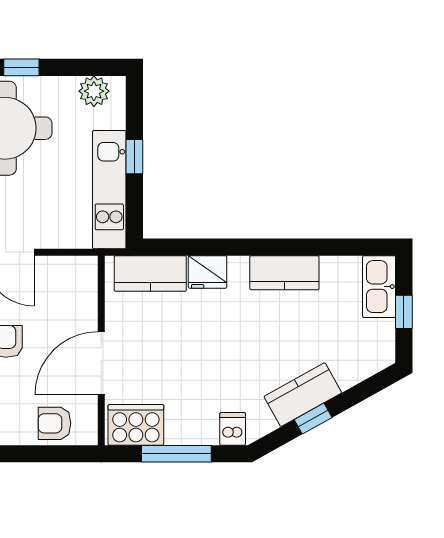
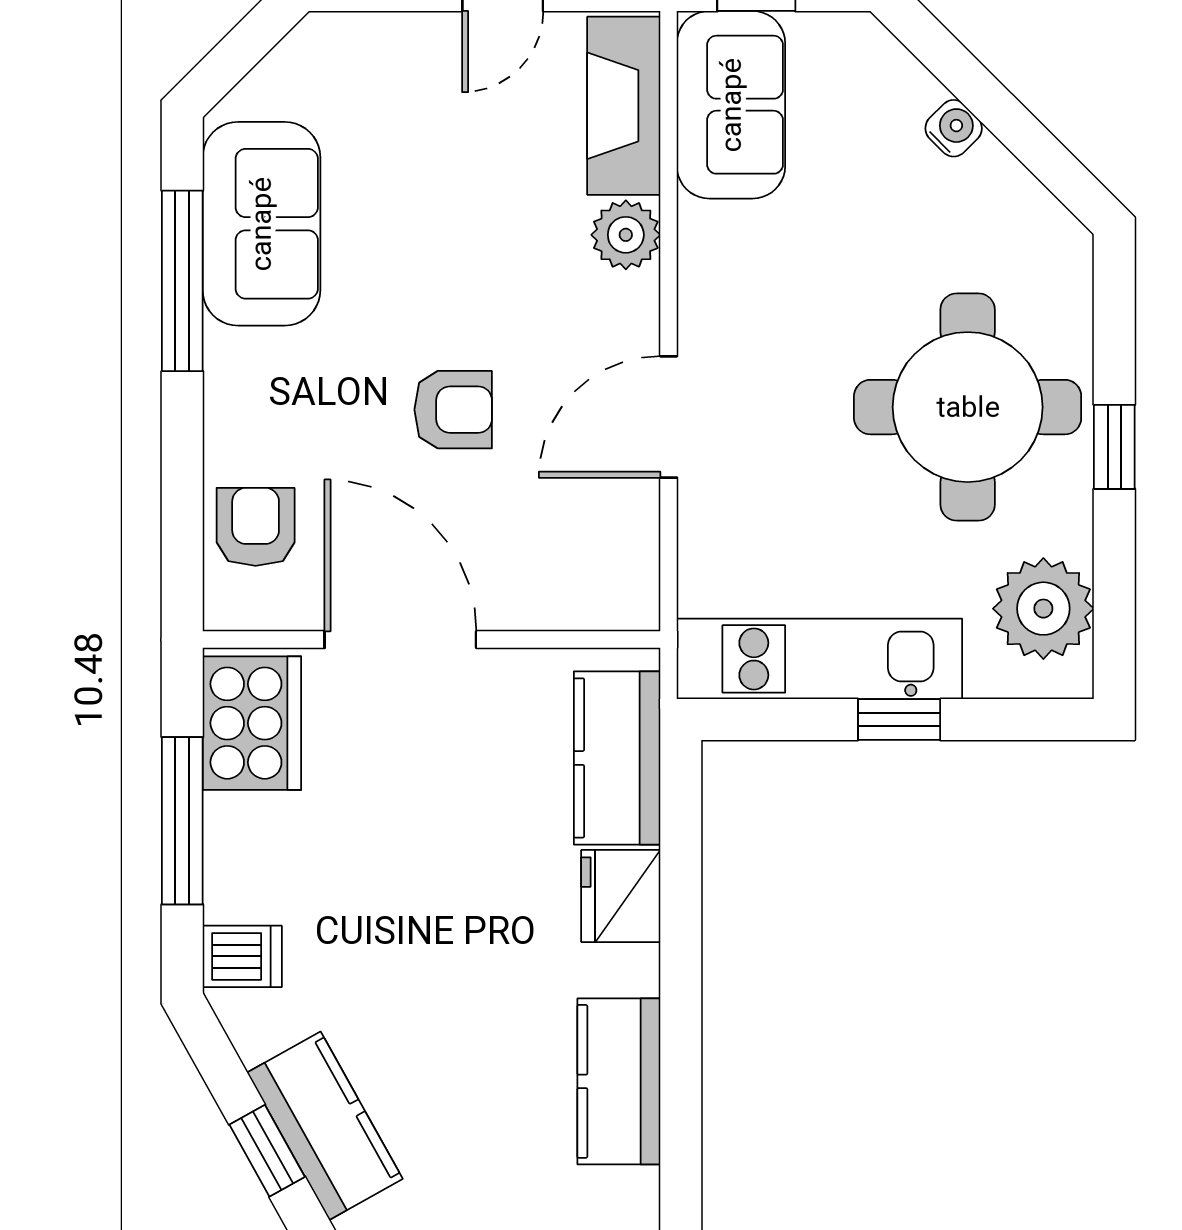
plant: (94, 91) -> (1043, 609), width x1.36, depth x1.36

